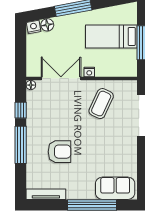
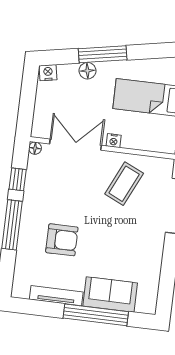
floor lamp: (47, 25) -> (87, 71), moved
sofa: (115, 188) -> (110, 294), moved
tv unit: (46, 194) -> (56, 296), moved

